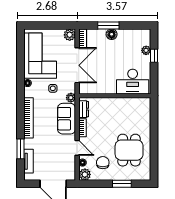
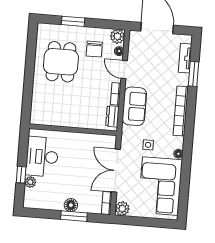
desk: (133, 82) -> (42, 157), moved, turned -90
plant: (71, 98) -> (127, 132), removed

